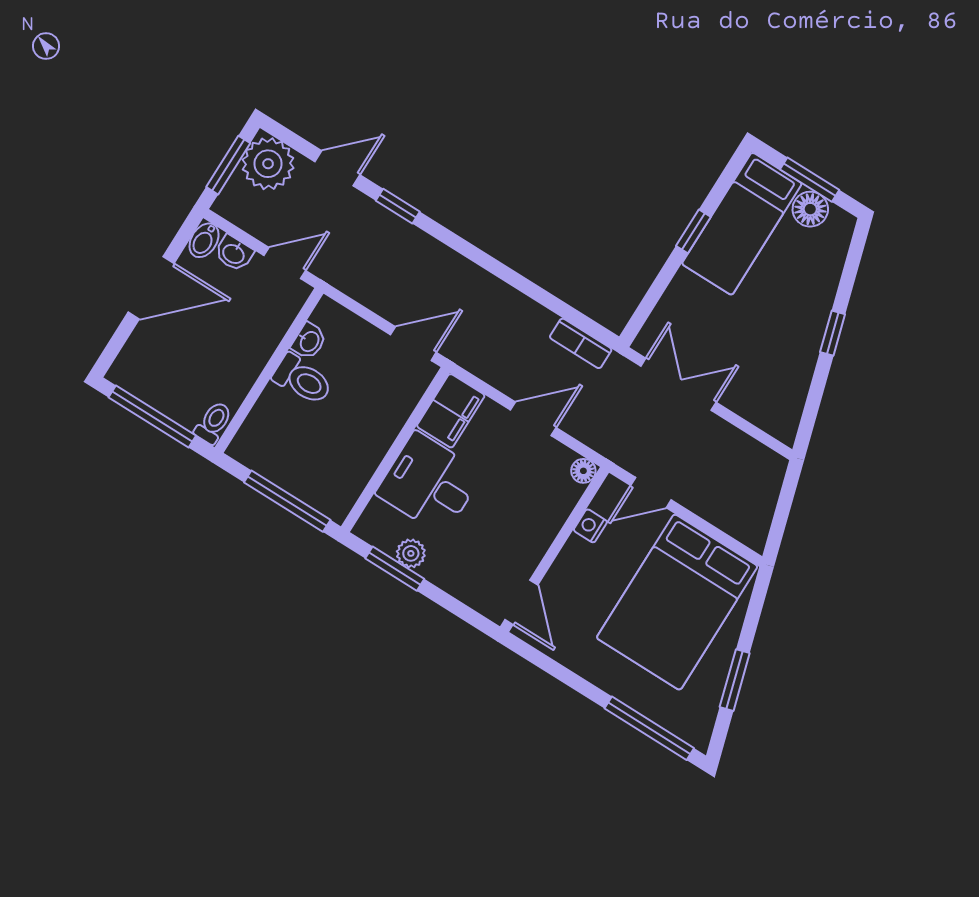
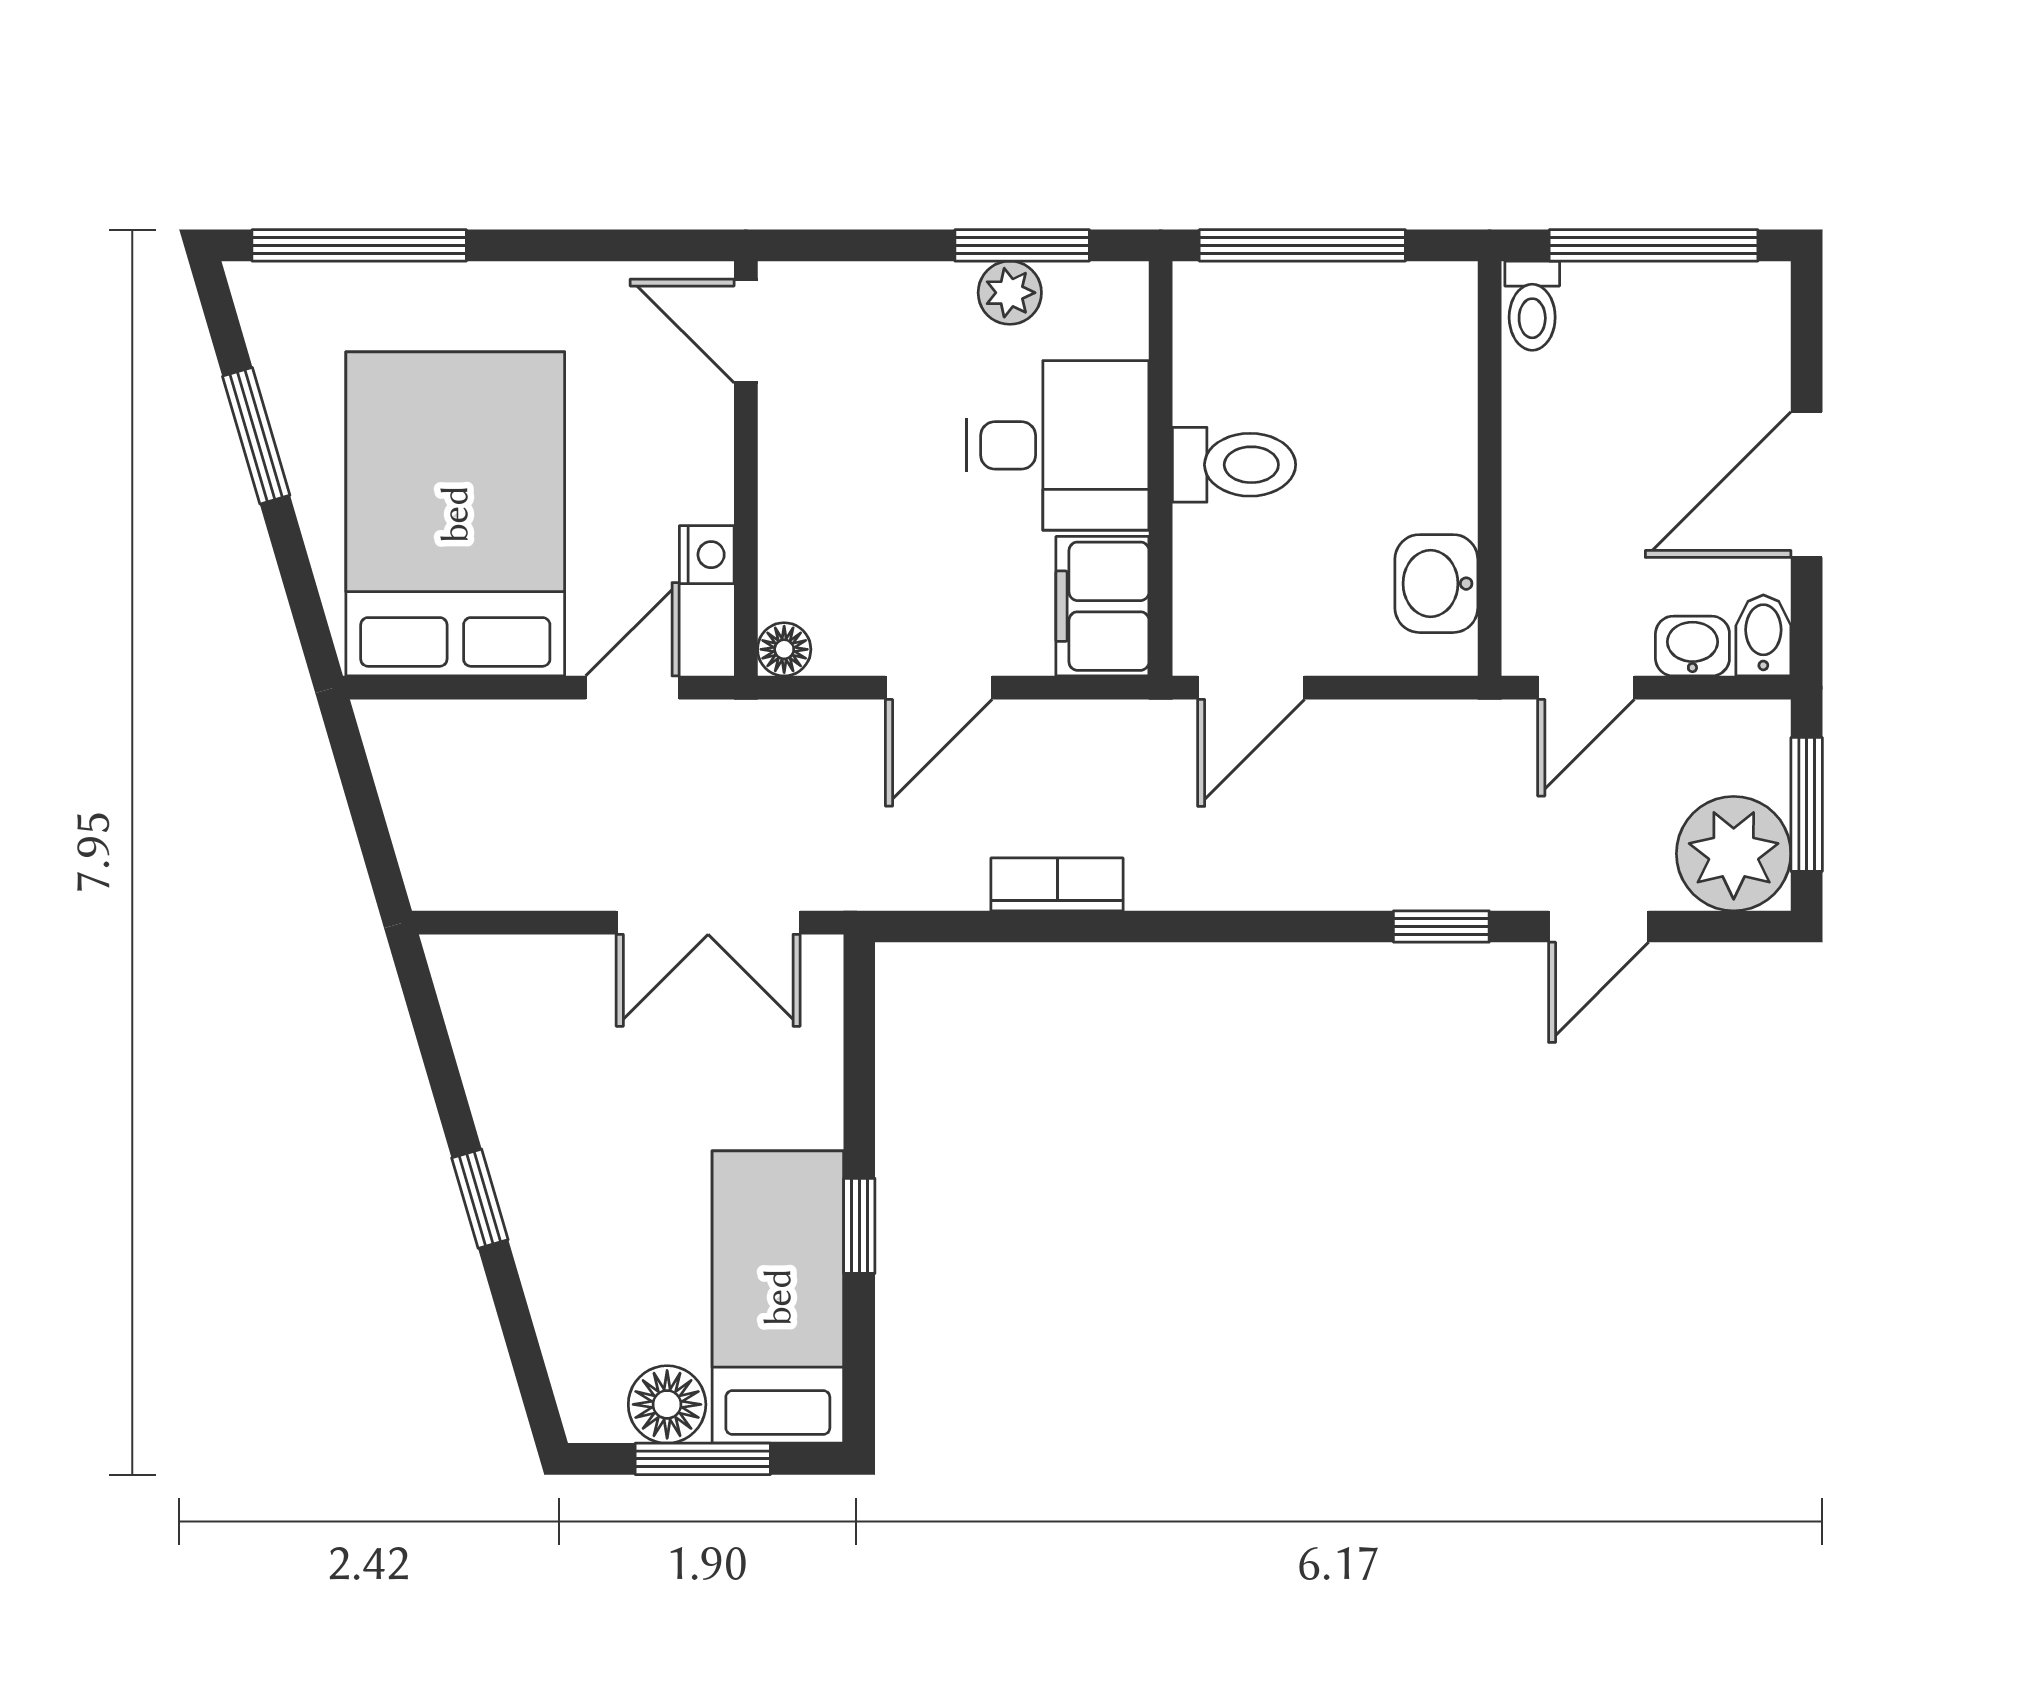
washbasin: (309, 341) -> (1436, 584), width x1.38, depth x1.45
bookcase: (581, 343) -> (1057, 884), moved
toilet: (303, 379) -> (1234, 465), moved, turned 180

